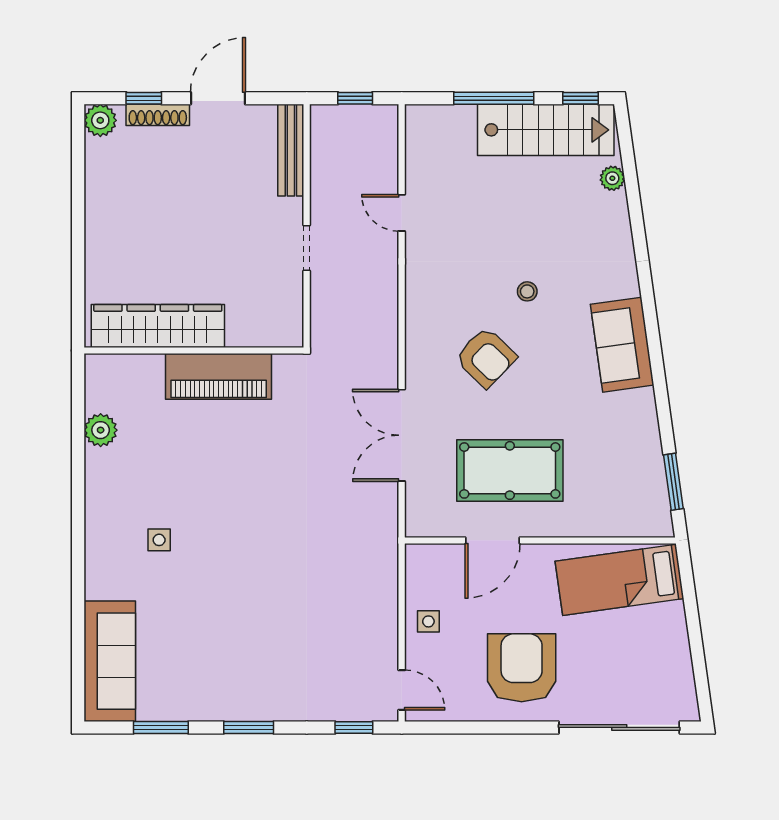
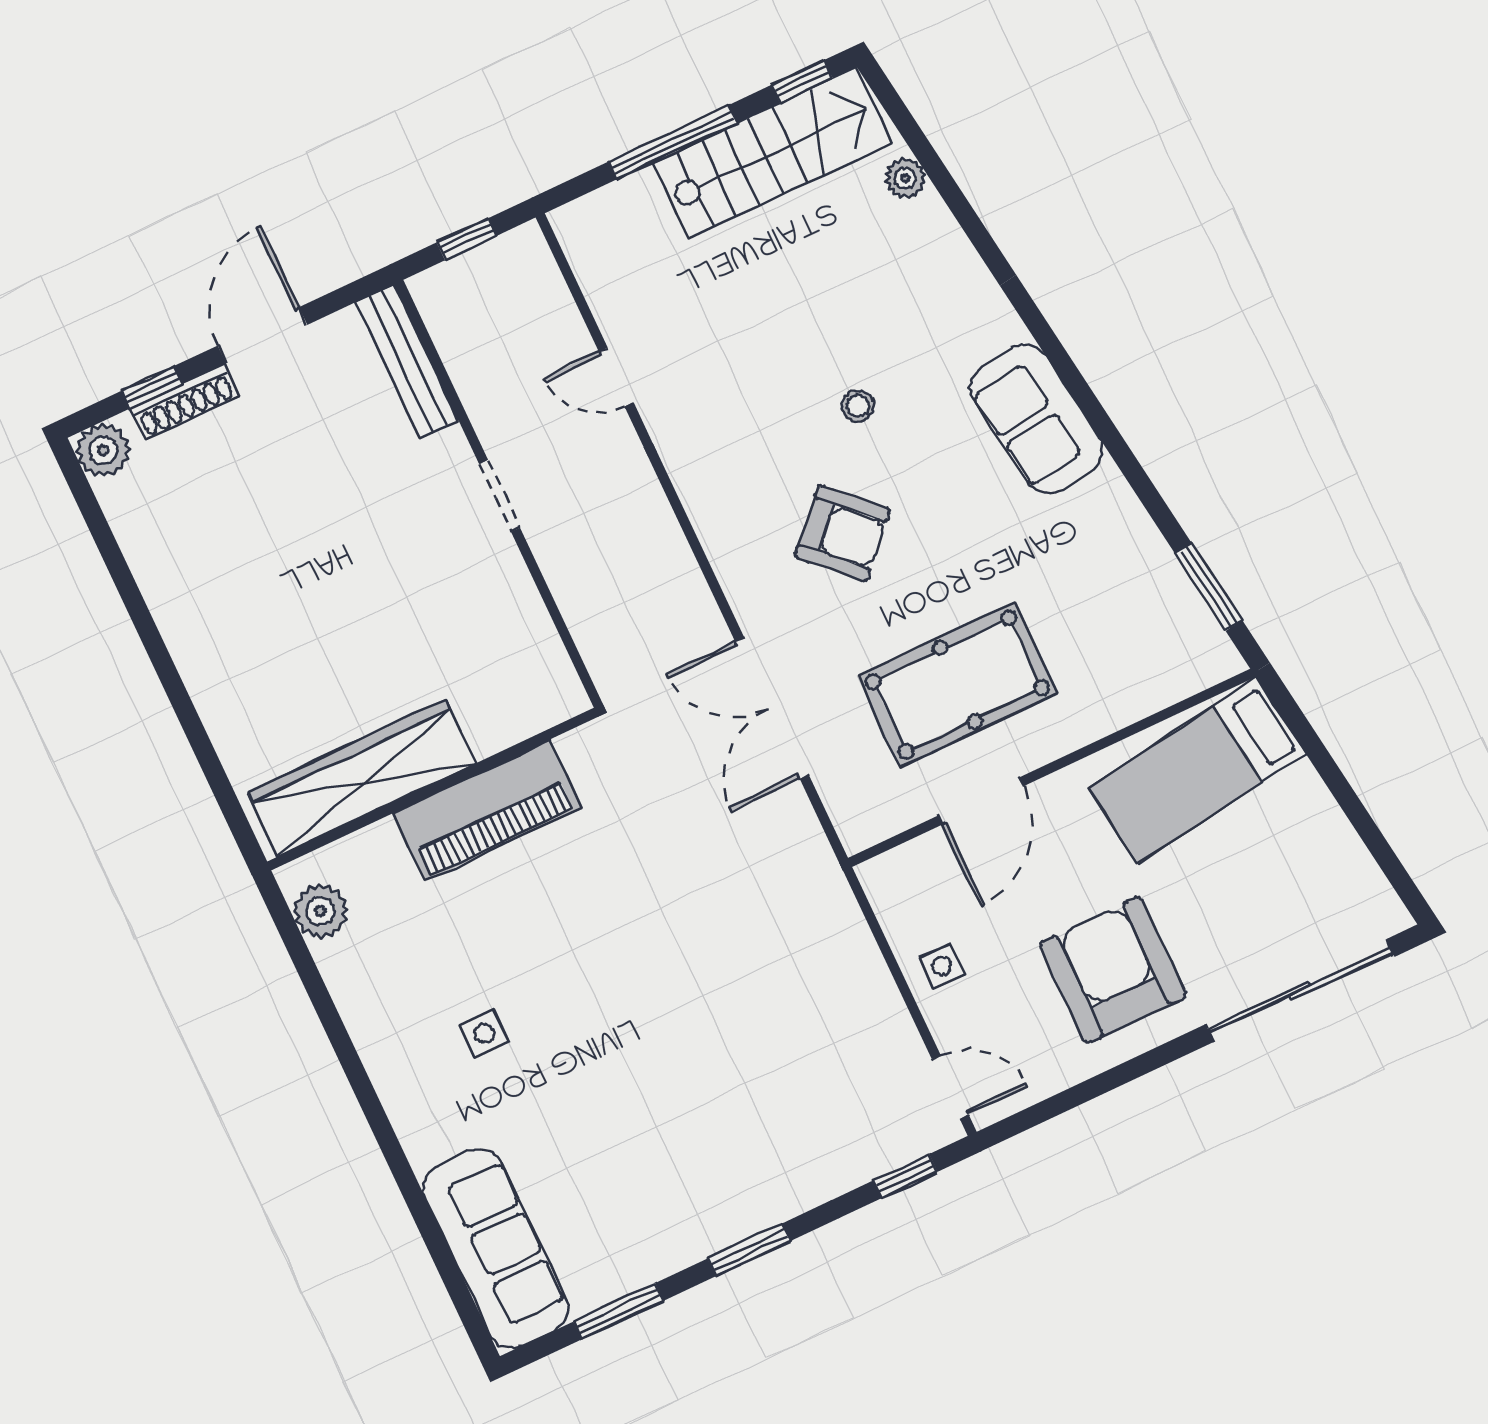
wardrobe: (158, 326) -> (362, 778), moved
wall: (194, 351) -> (433, 789), moved
piano: (219, 376) -> (487, 810), moved

